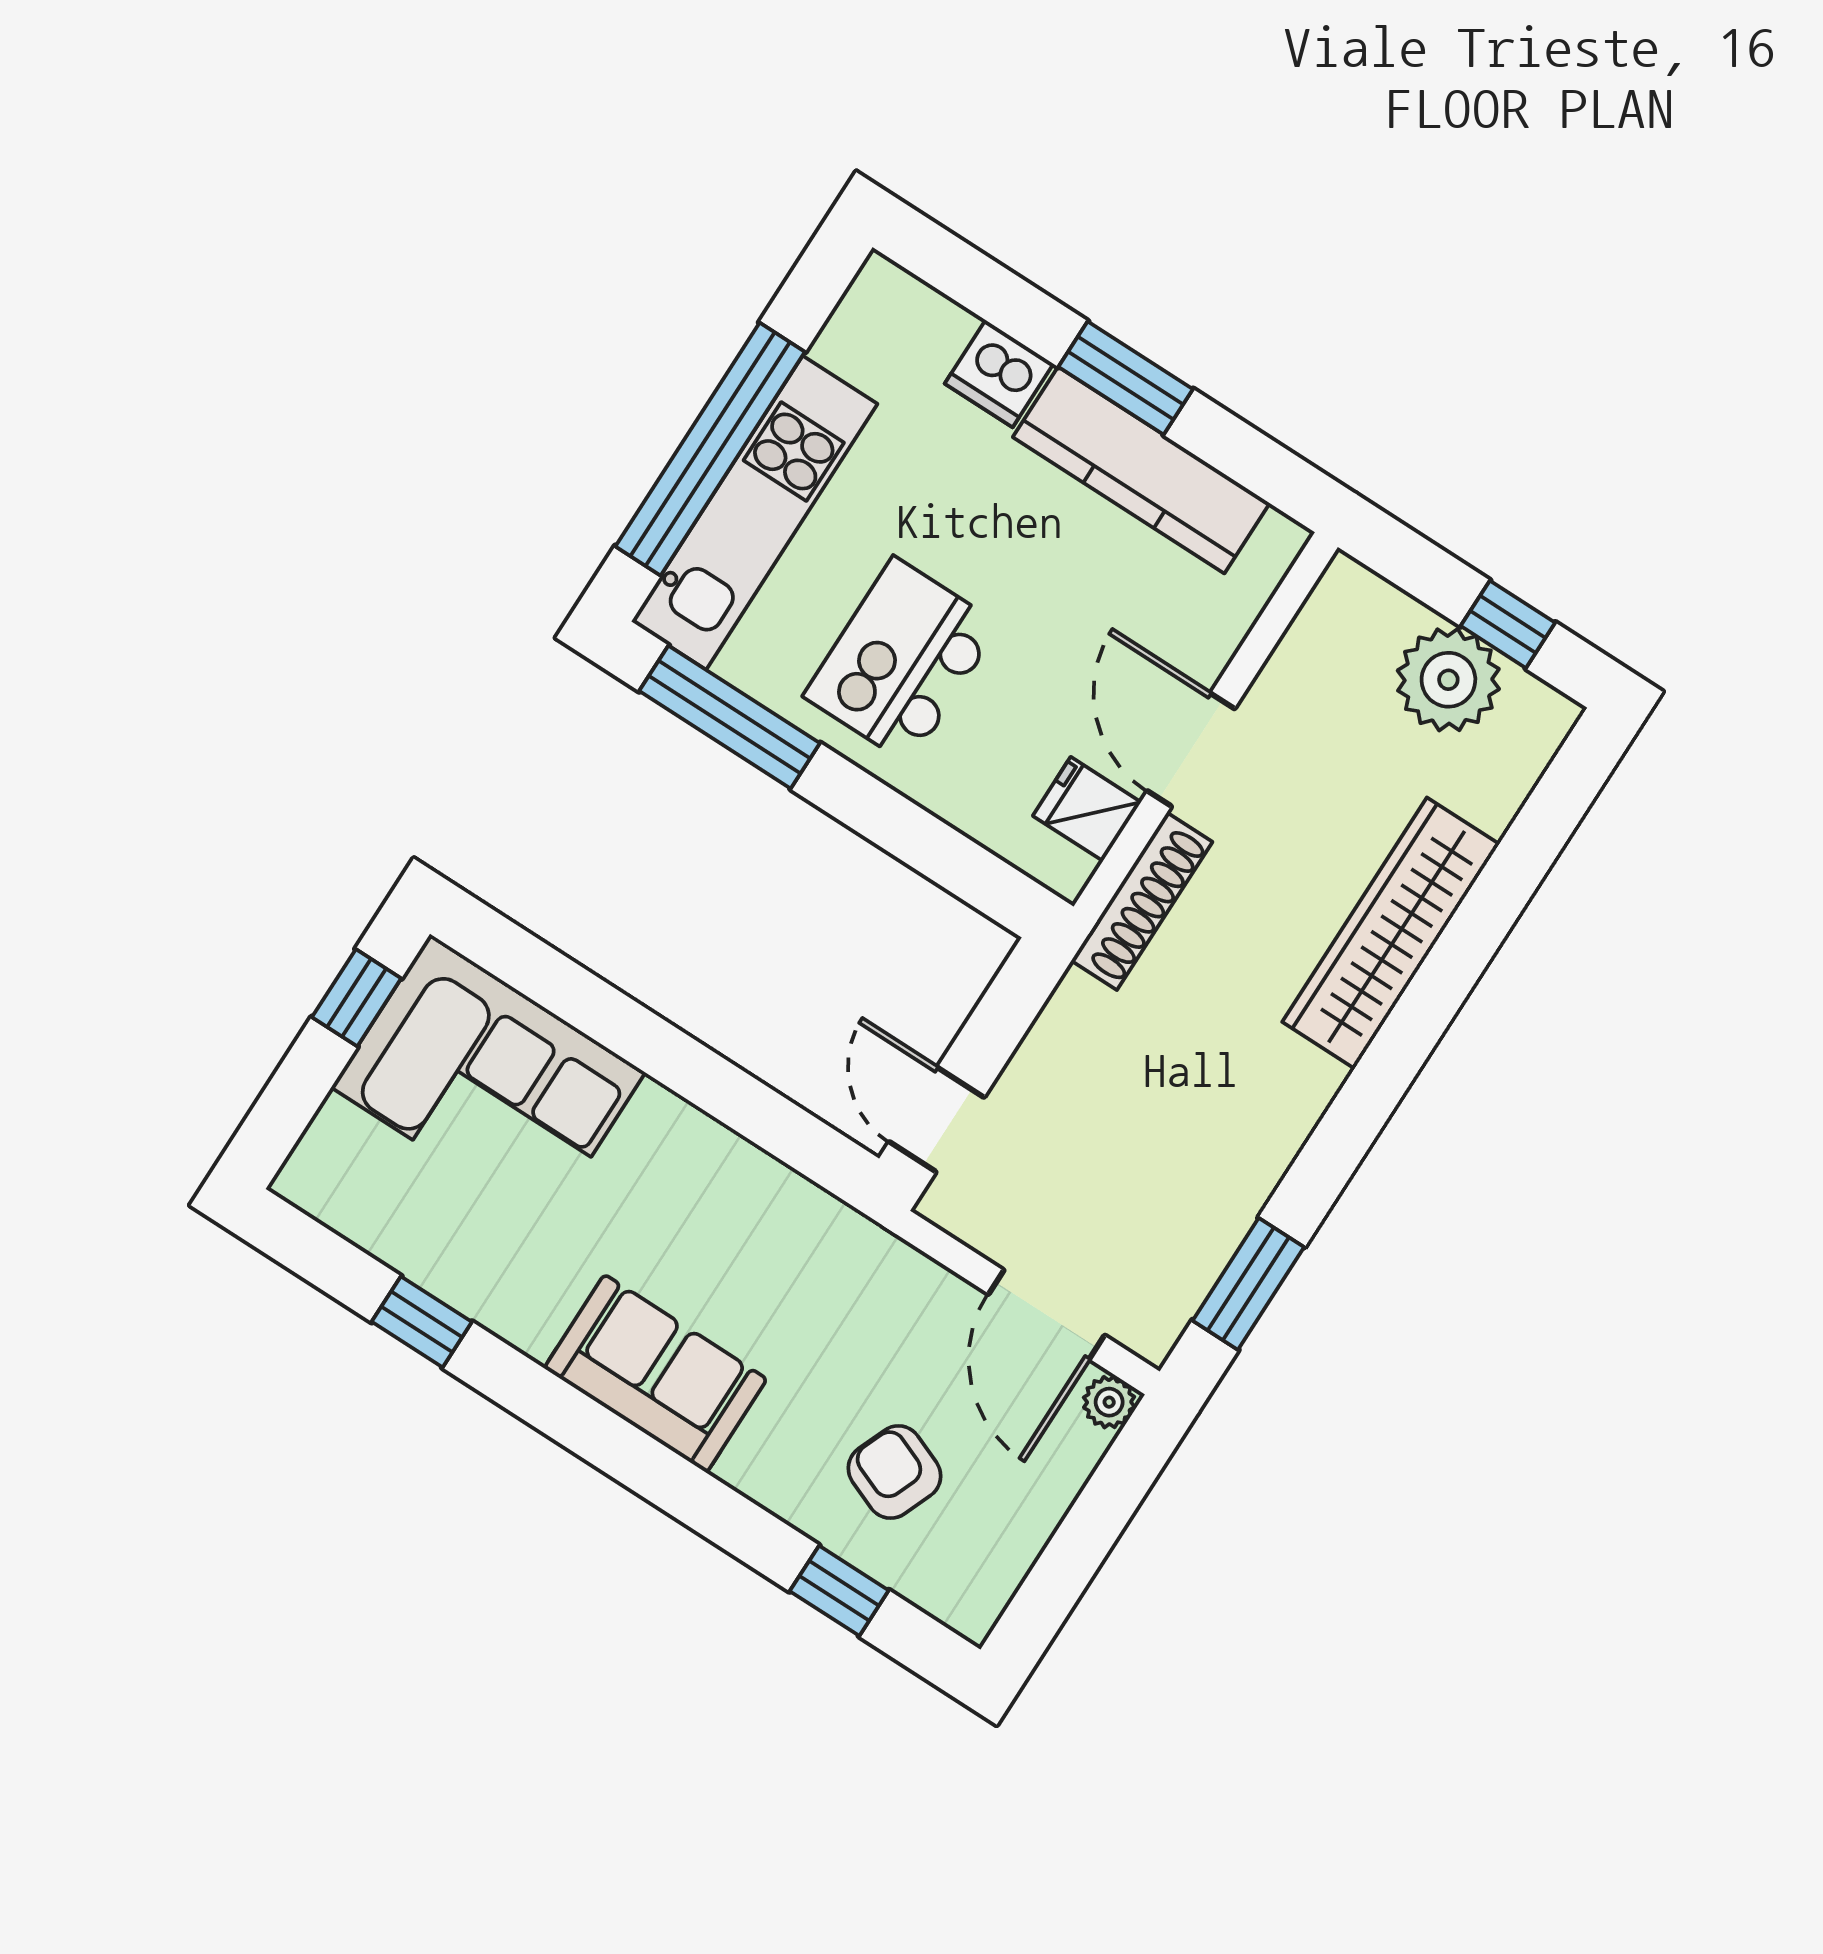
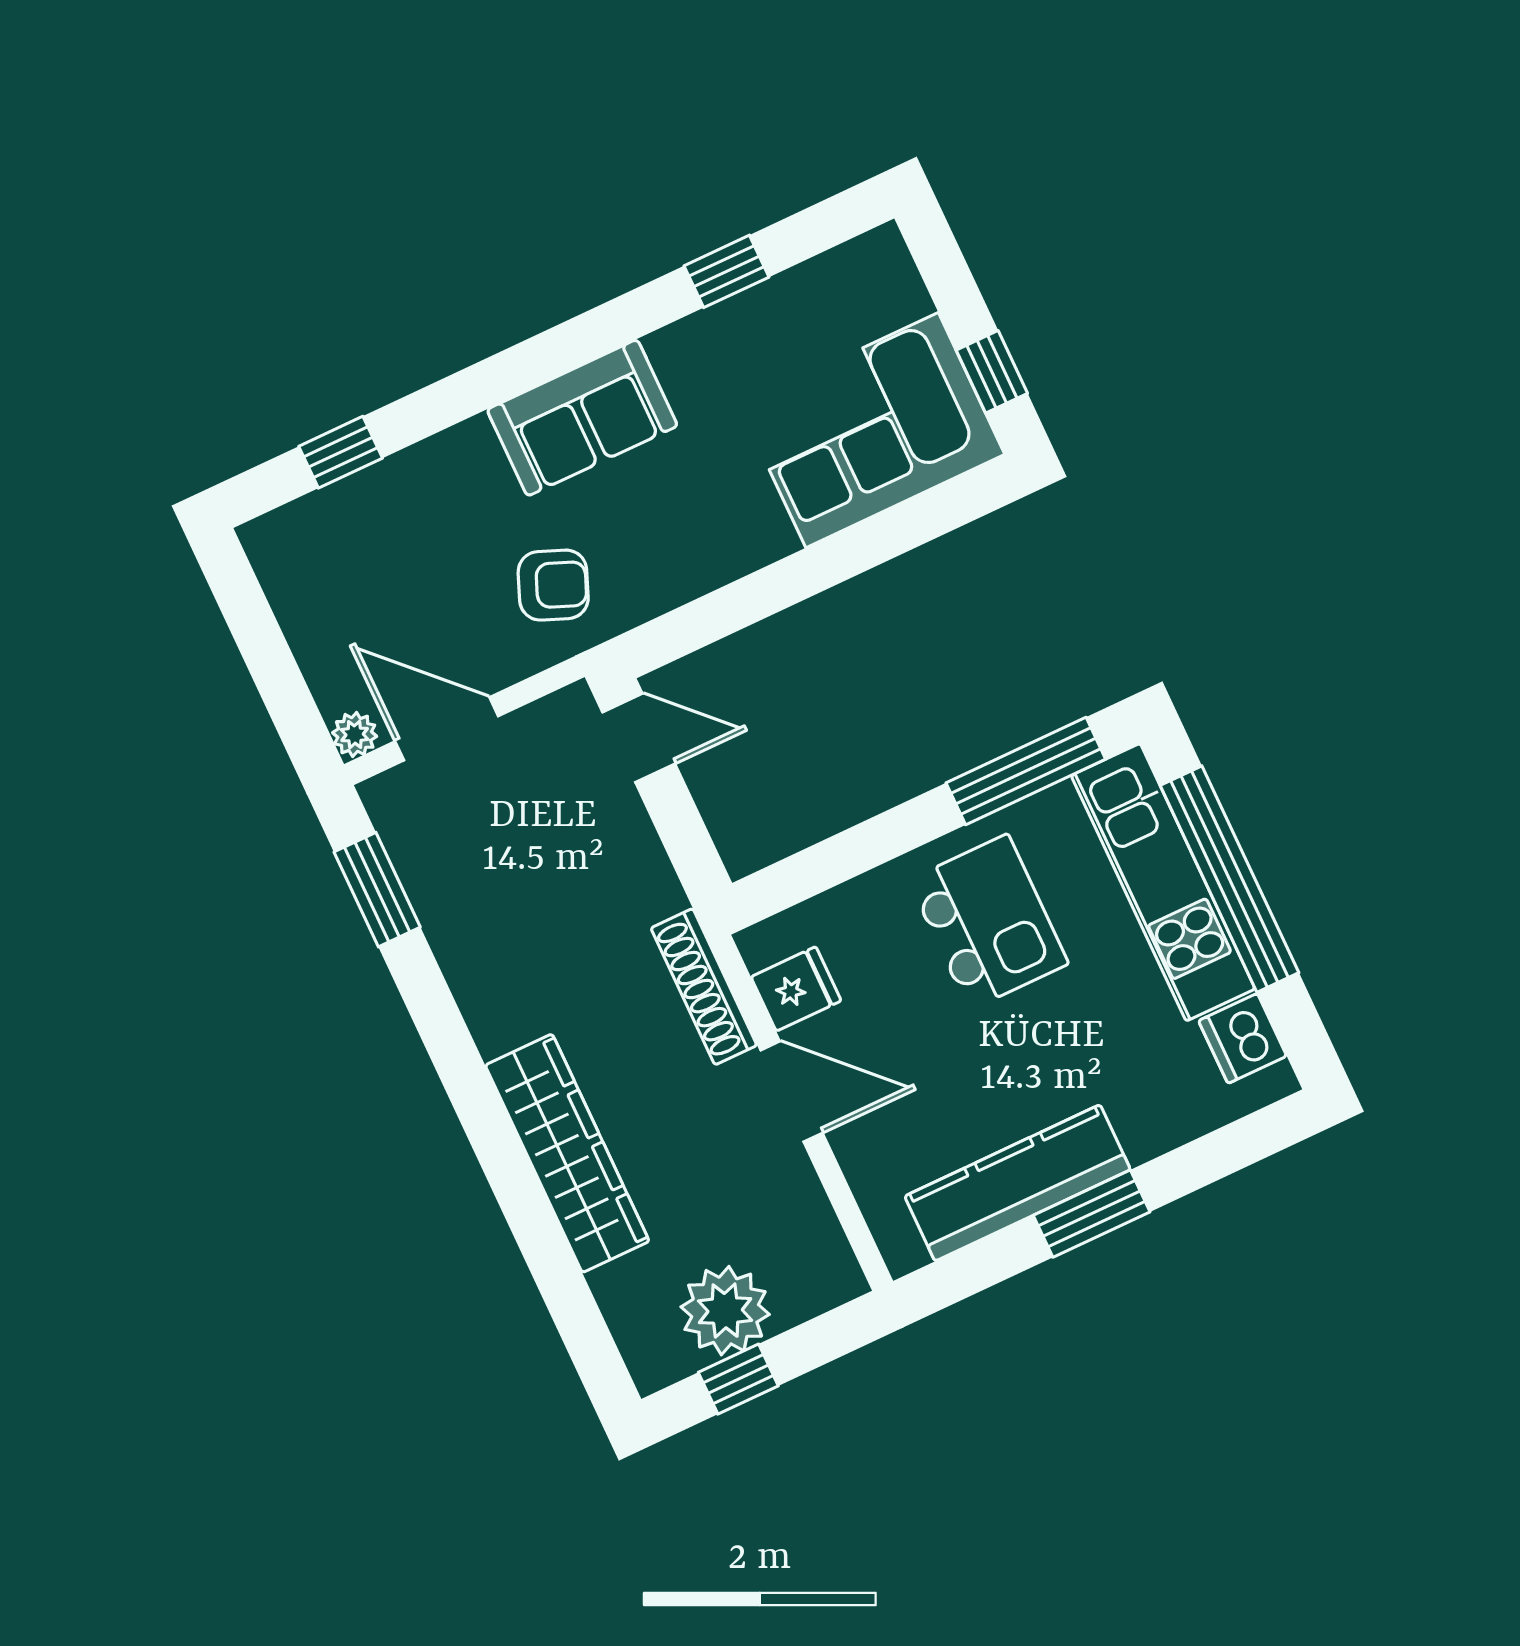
dishwasher: (999, 374) -> (1243, 1038), moved, turned -90
armchair: (894, 1472) -> (553, 585), moved

